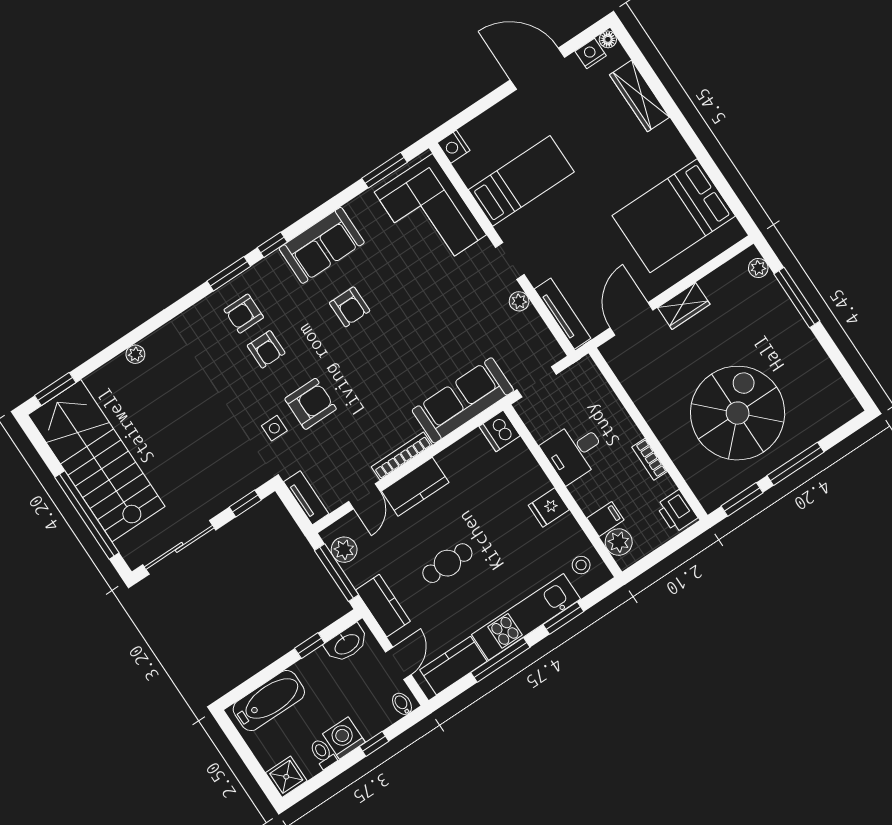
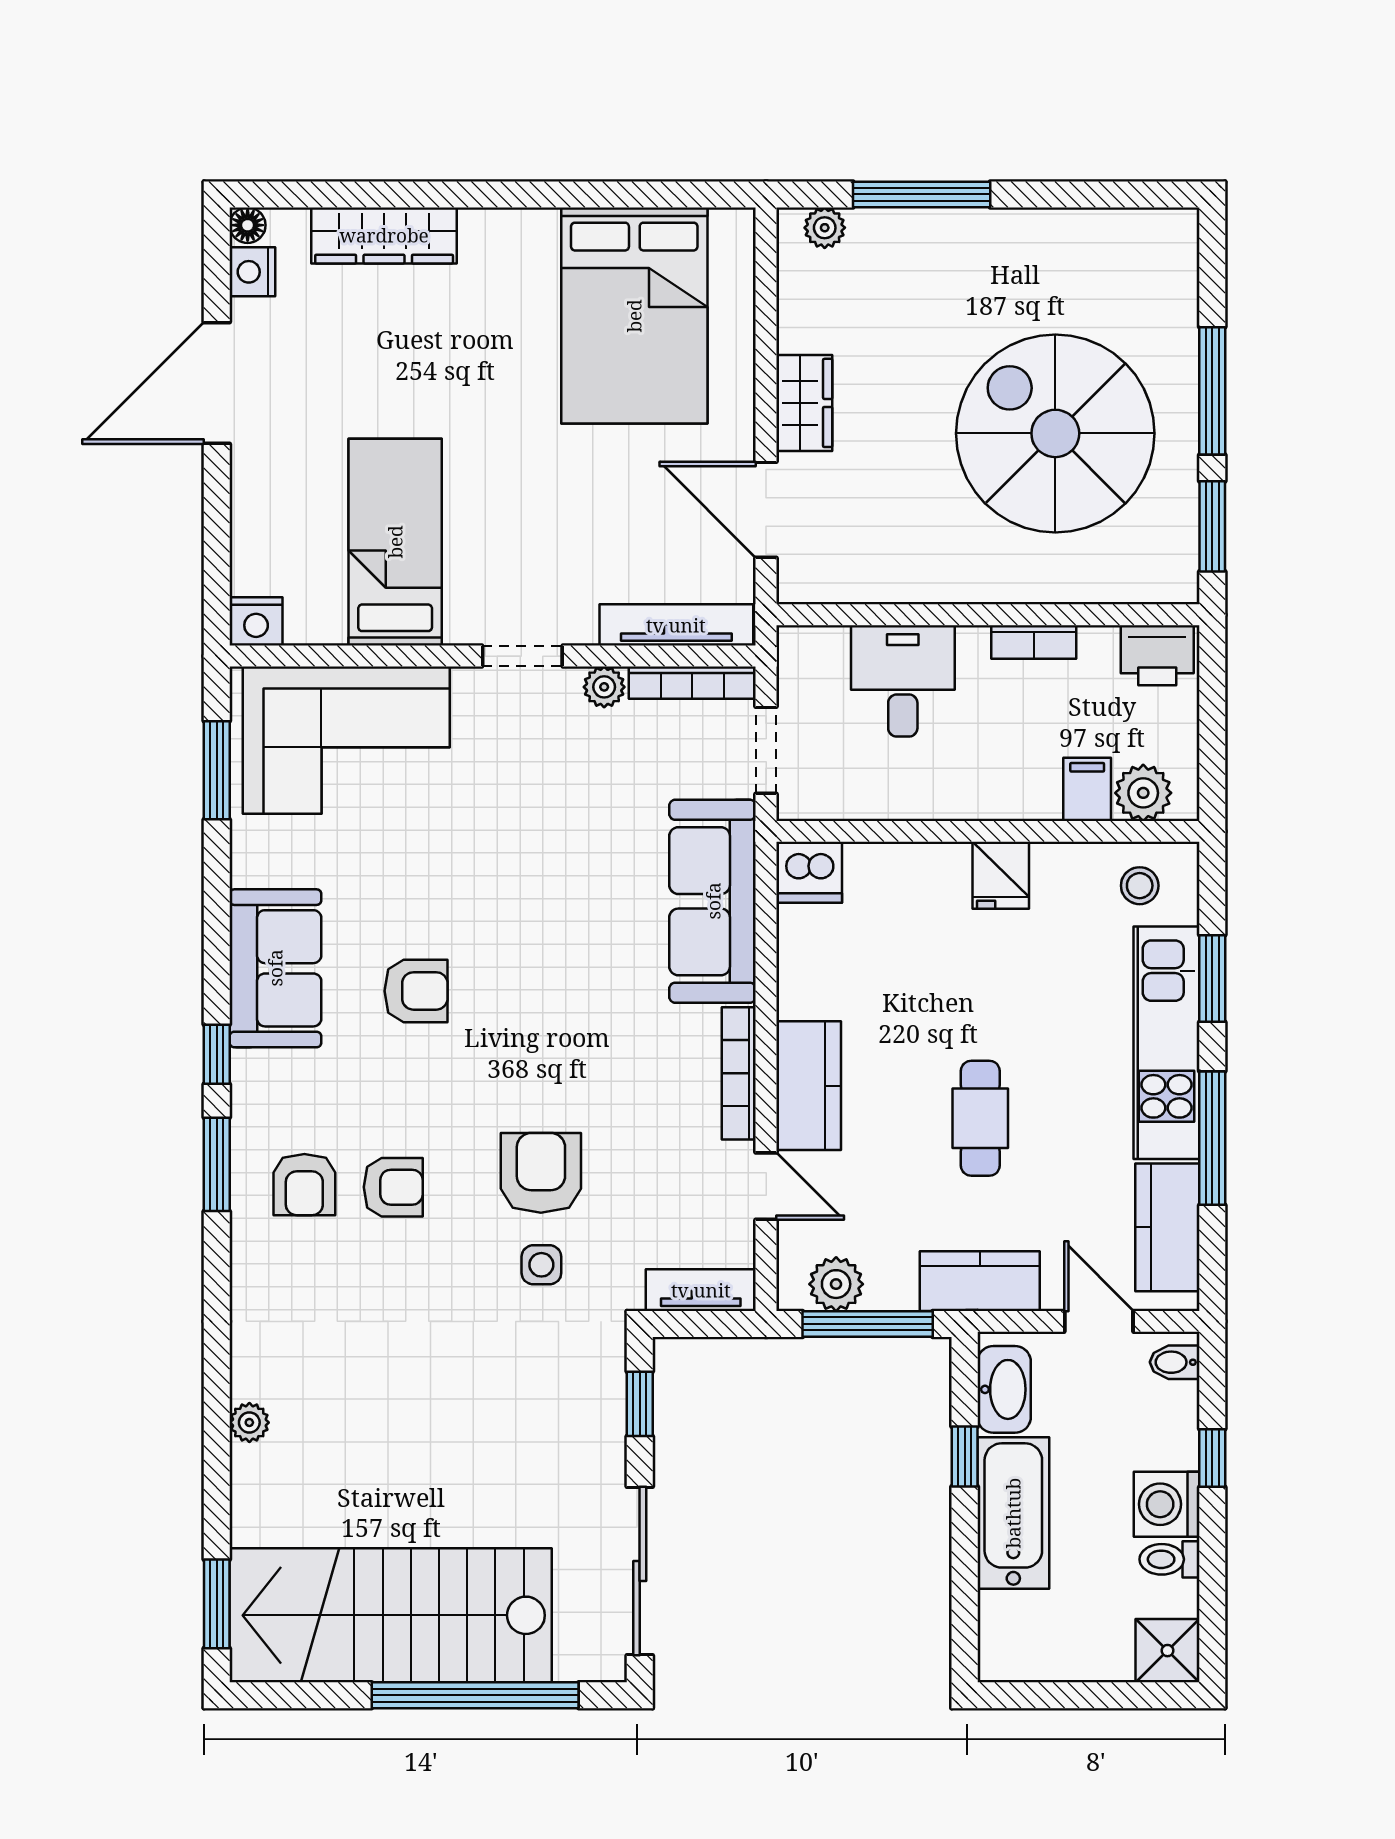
bookcase: (544, 335) -> (692, 683), added
desk: (574, 451) -> (903, 681), moved, turned 180
bathtub: (269, 701) -> (1013, 1513), moved

